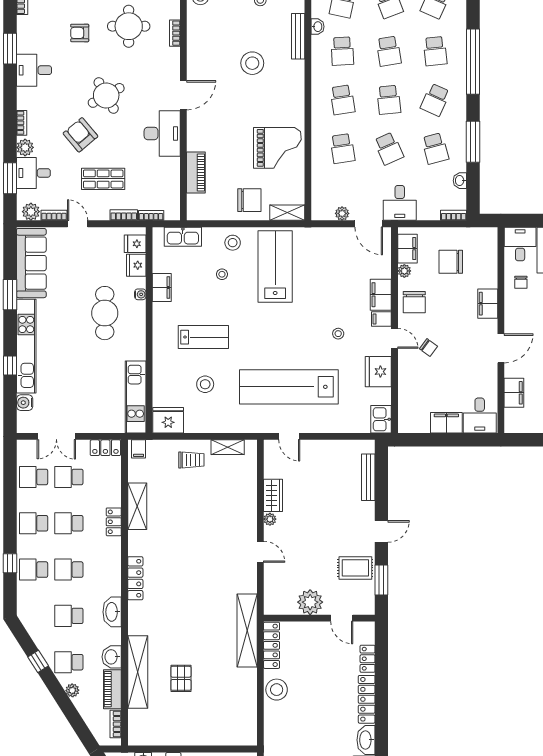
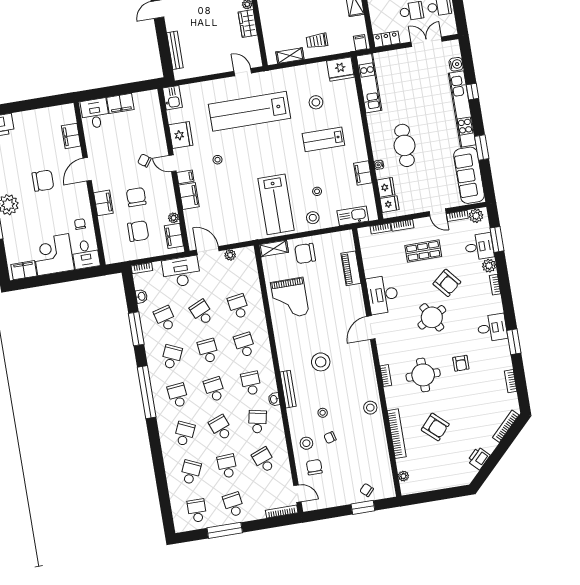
armchair: (80, 33) -> (461, 363), turned 90
grand piano: (277, 148) -> (290, 298), turned -90
desk: (400, 203) -> (181, 272), width x1.37
chair: (414, 302) -> (136, 197), moved
lab bench: (289, 387) -> (250, 111), turned 180

